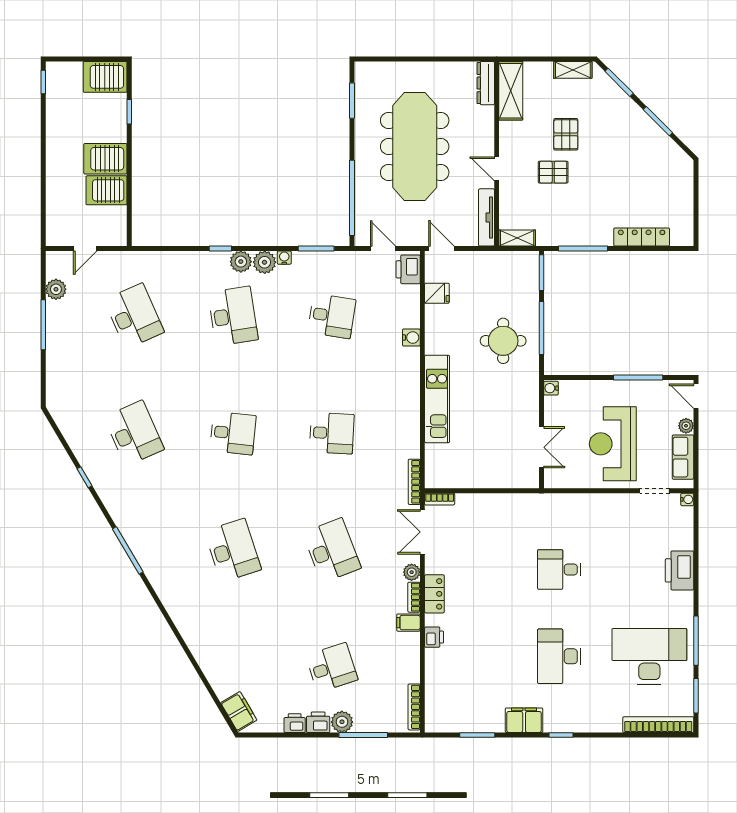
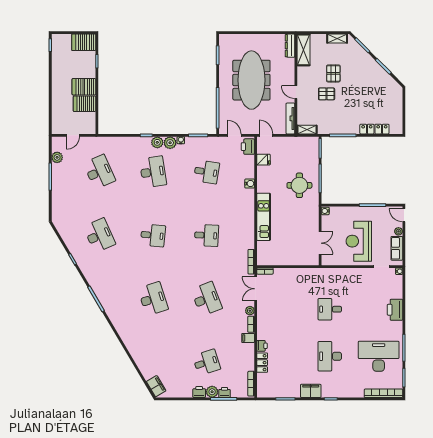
locker: (434, 594) -> (262, 363), moved
printer: (295, 723) -> (224, 392), moved

